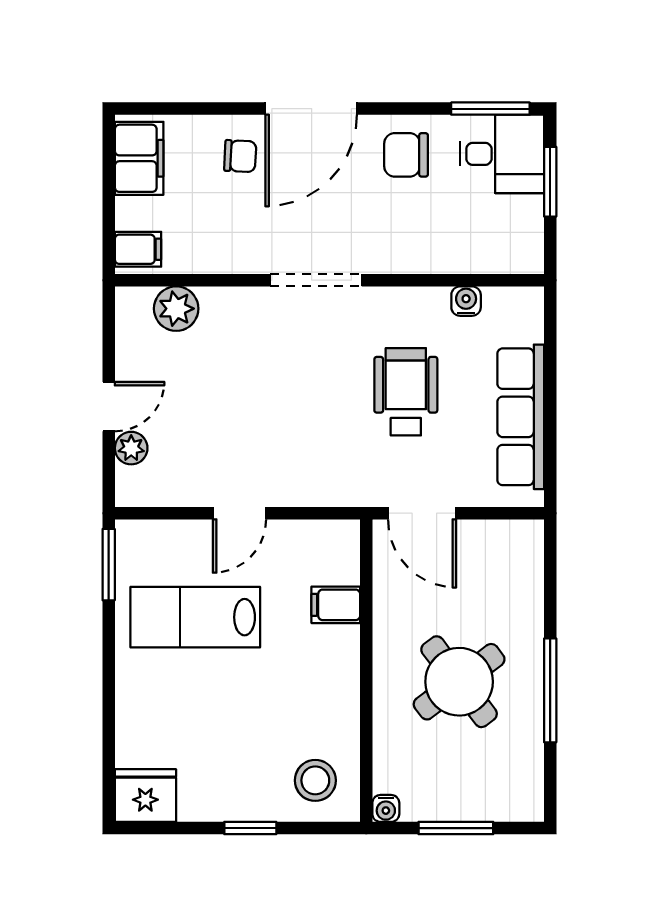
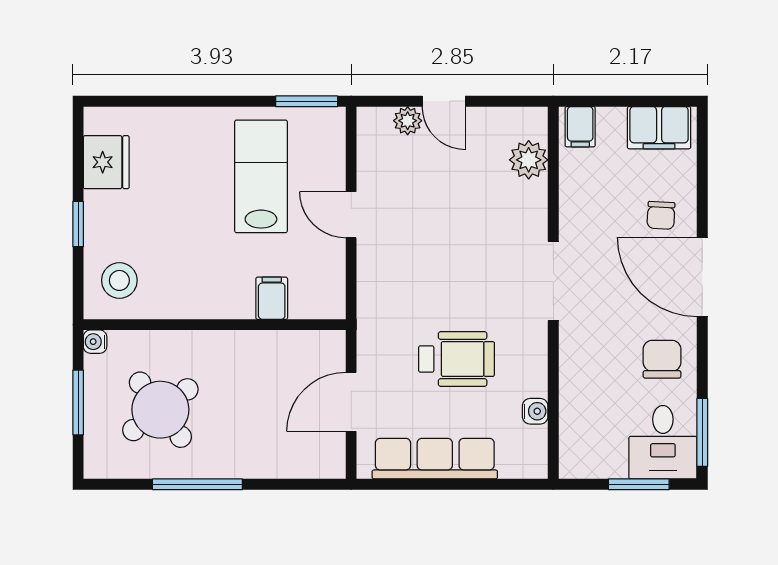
door: (422, 513) -> (351, 402), moved
round table: (459, 682) -> (160, 410), moved
fridge: (145, 796) -> (106, 162), moved

